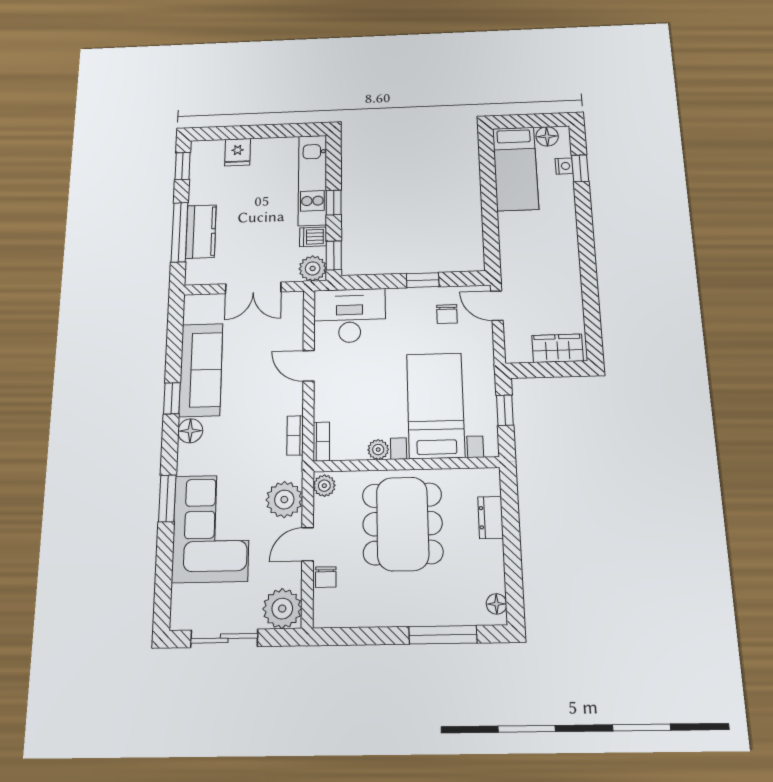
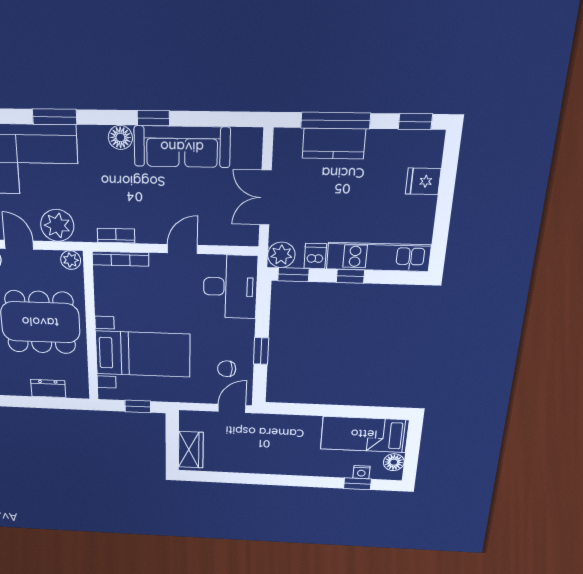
bookcase: (321, 442) -> (120, 259), width x1.56
plant: (378, 450) -> (103, 306), removed

